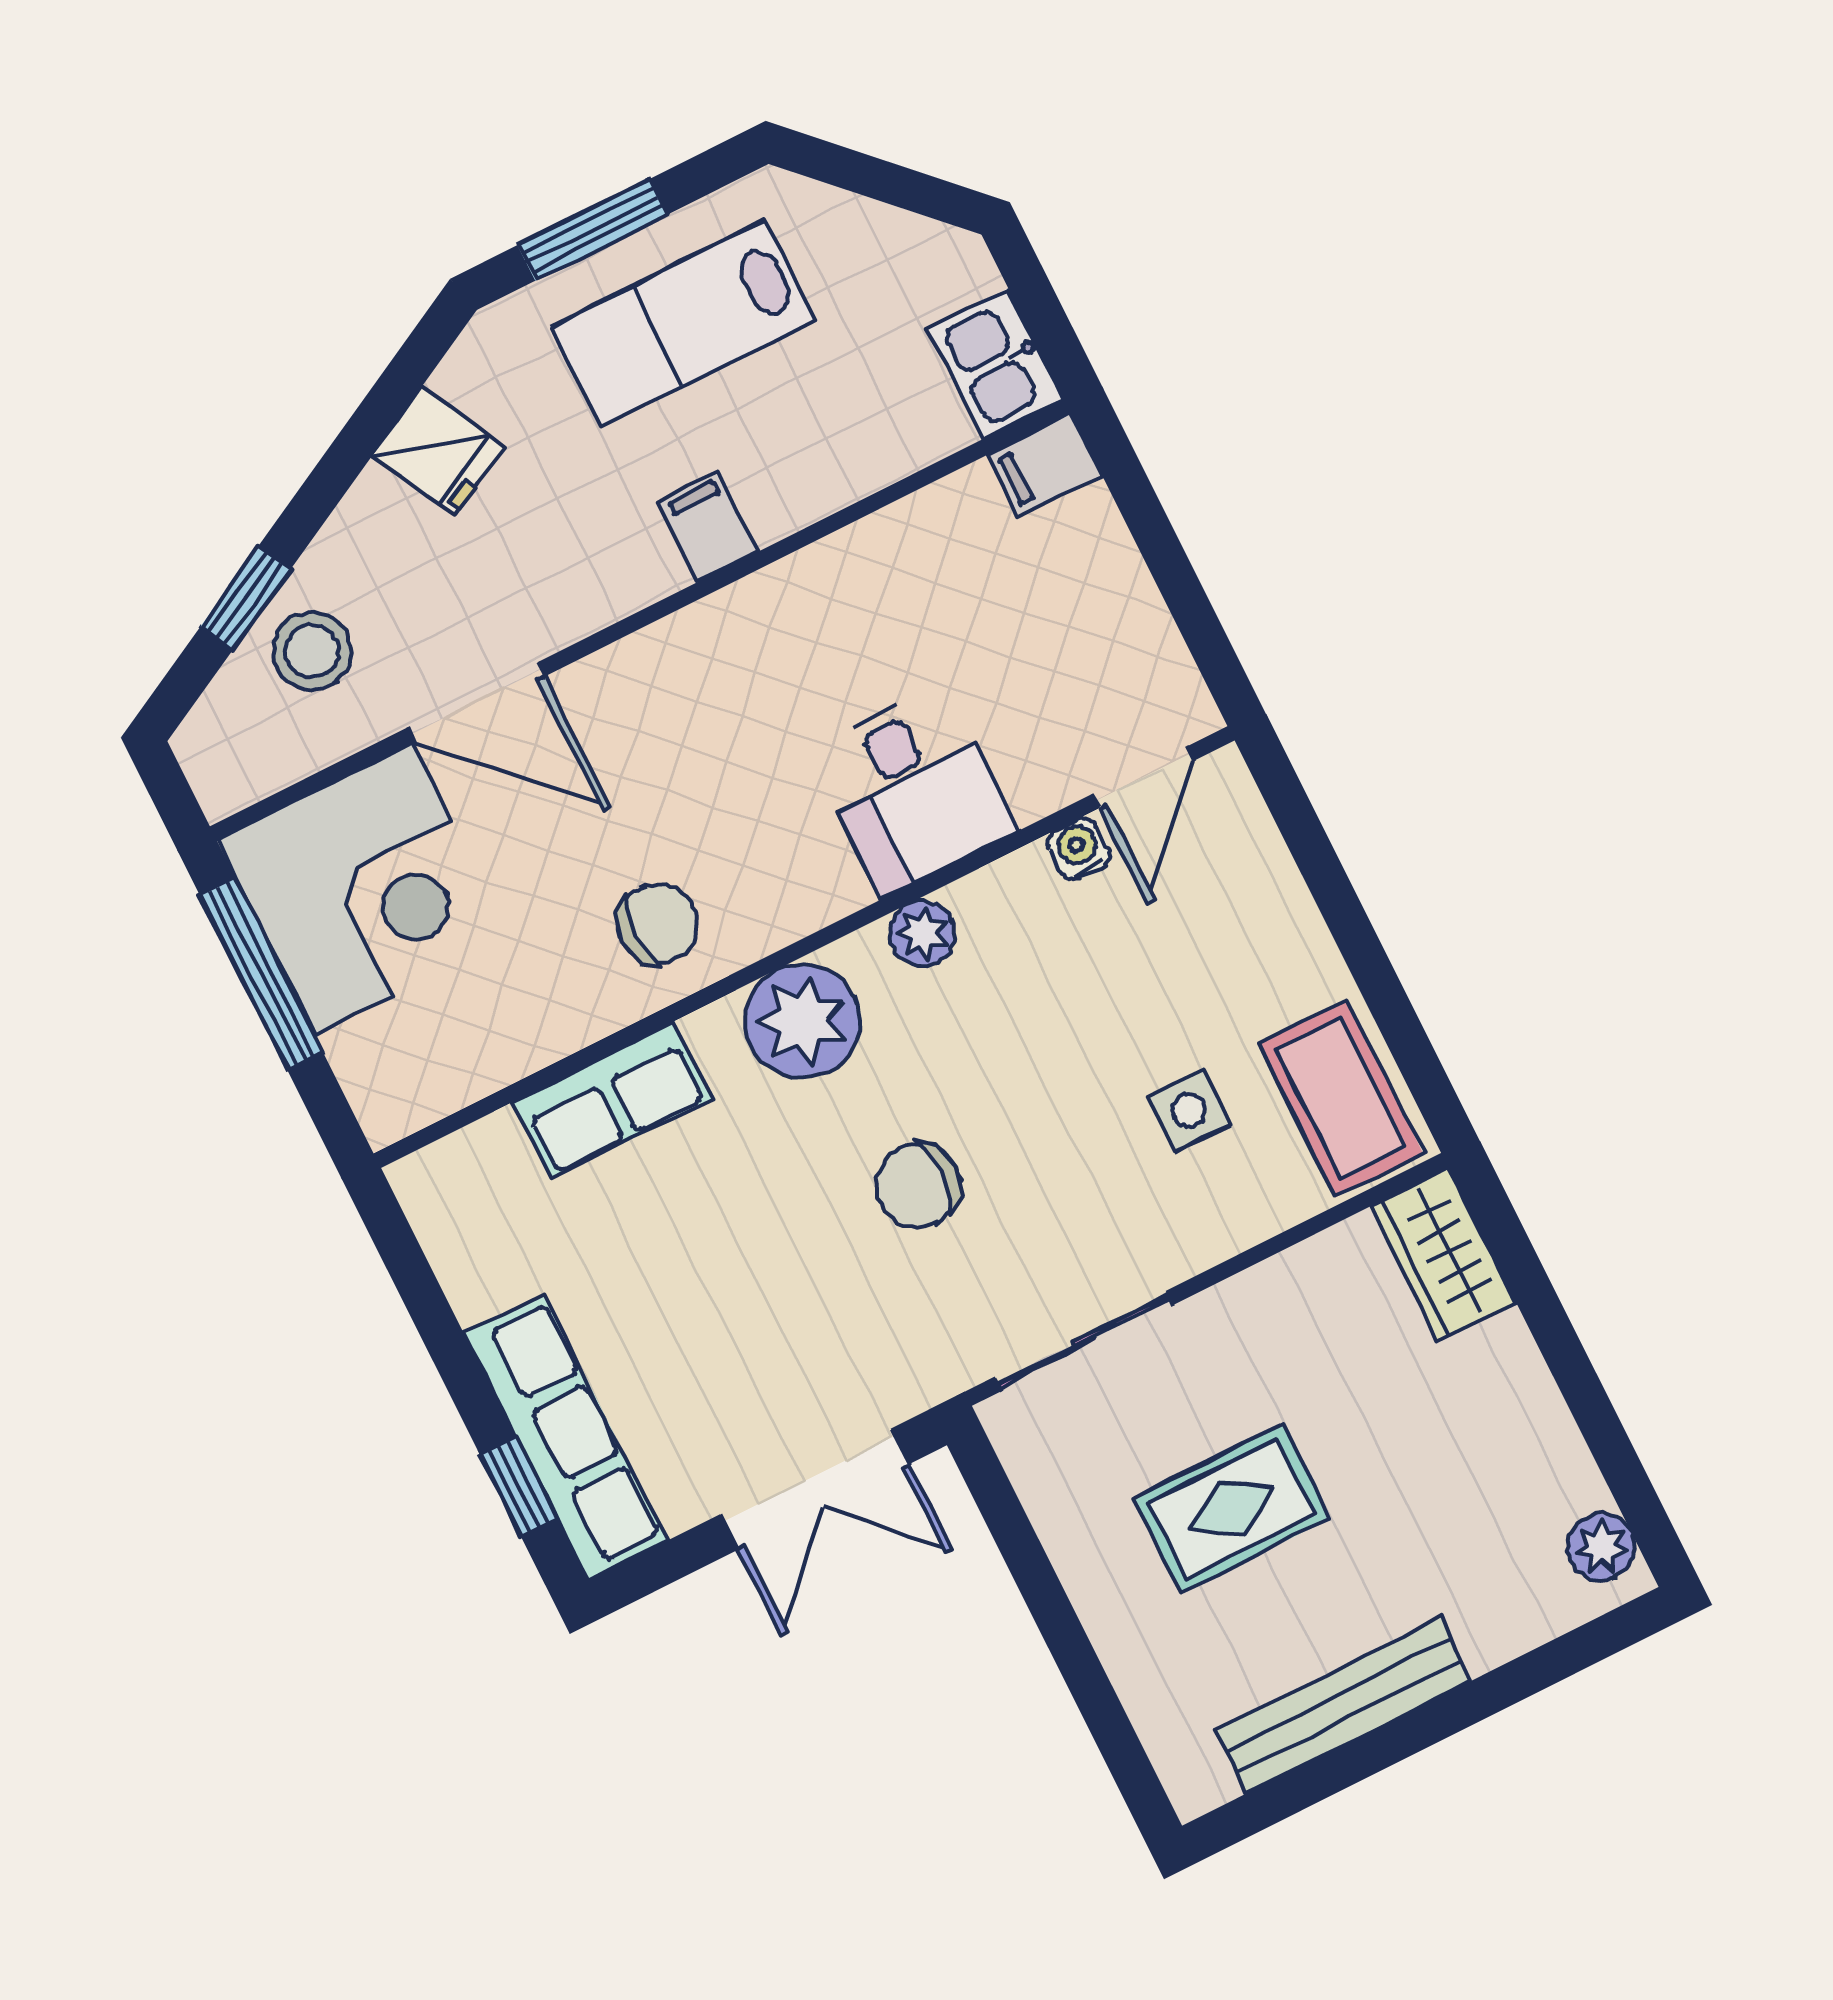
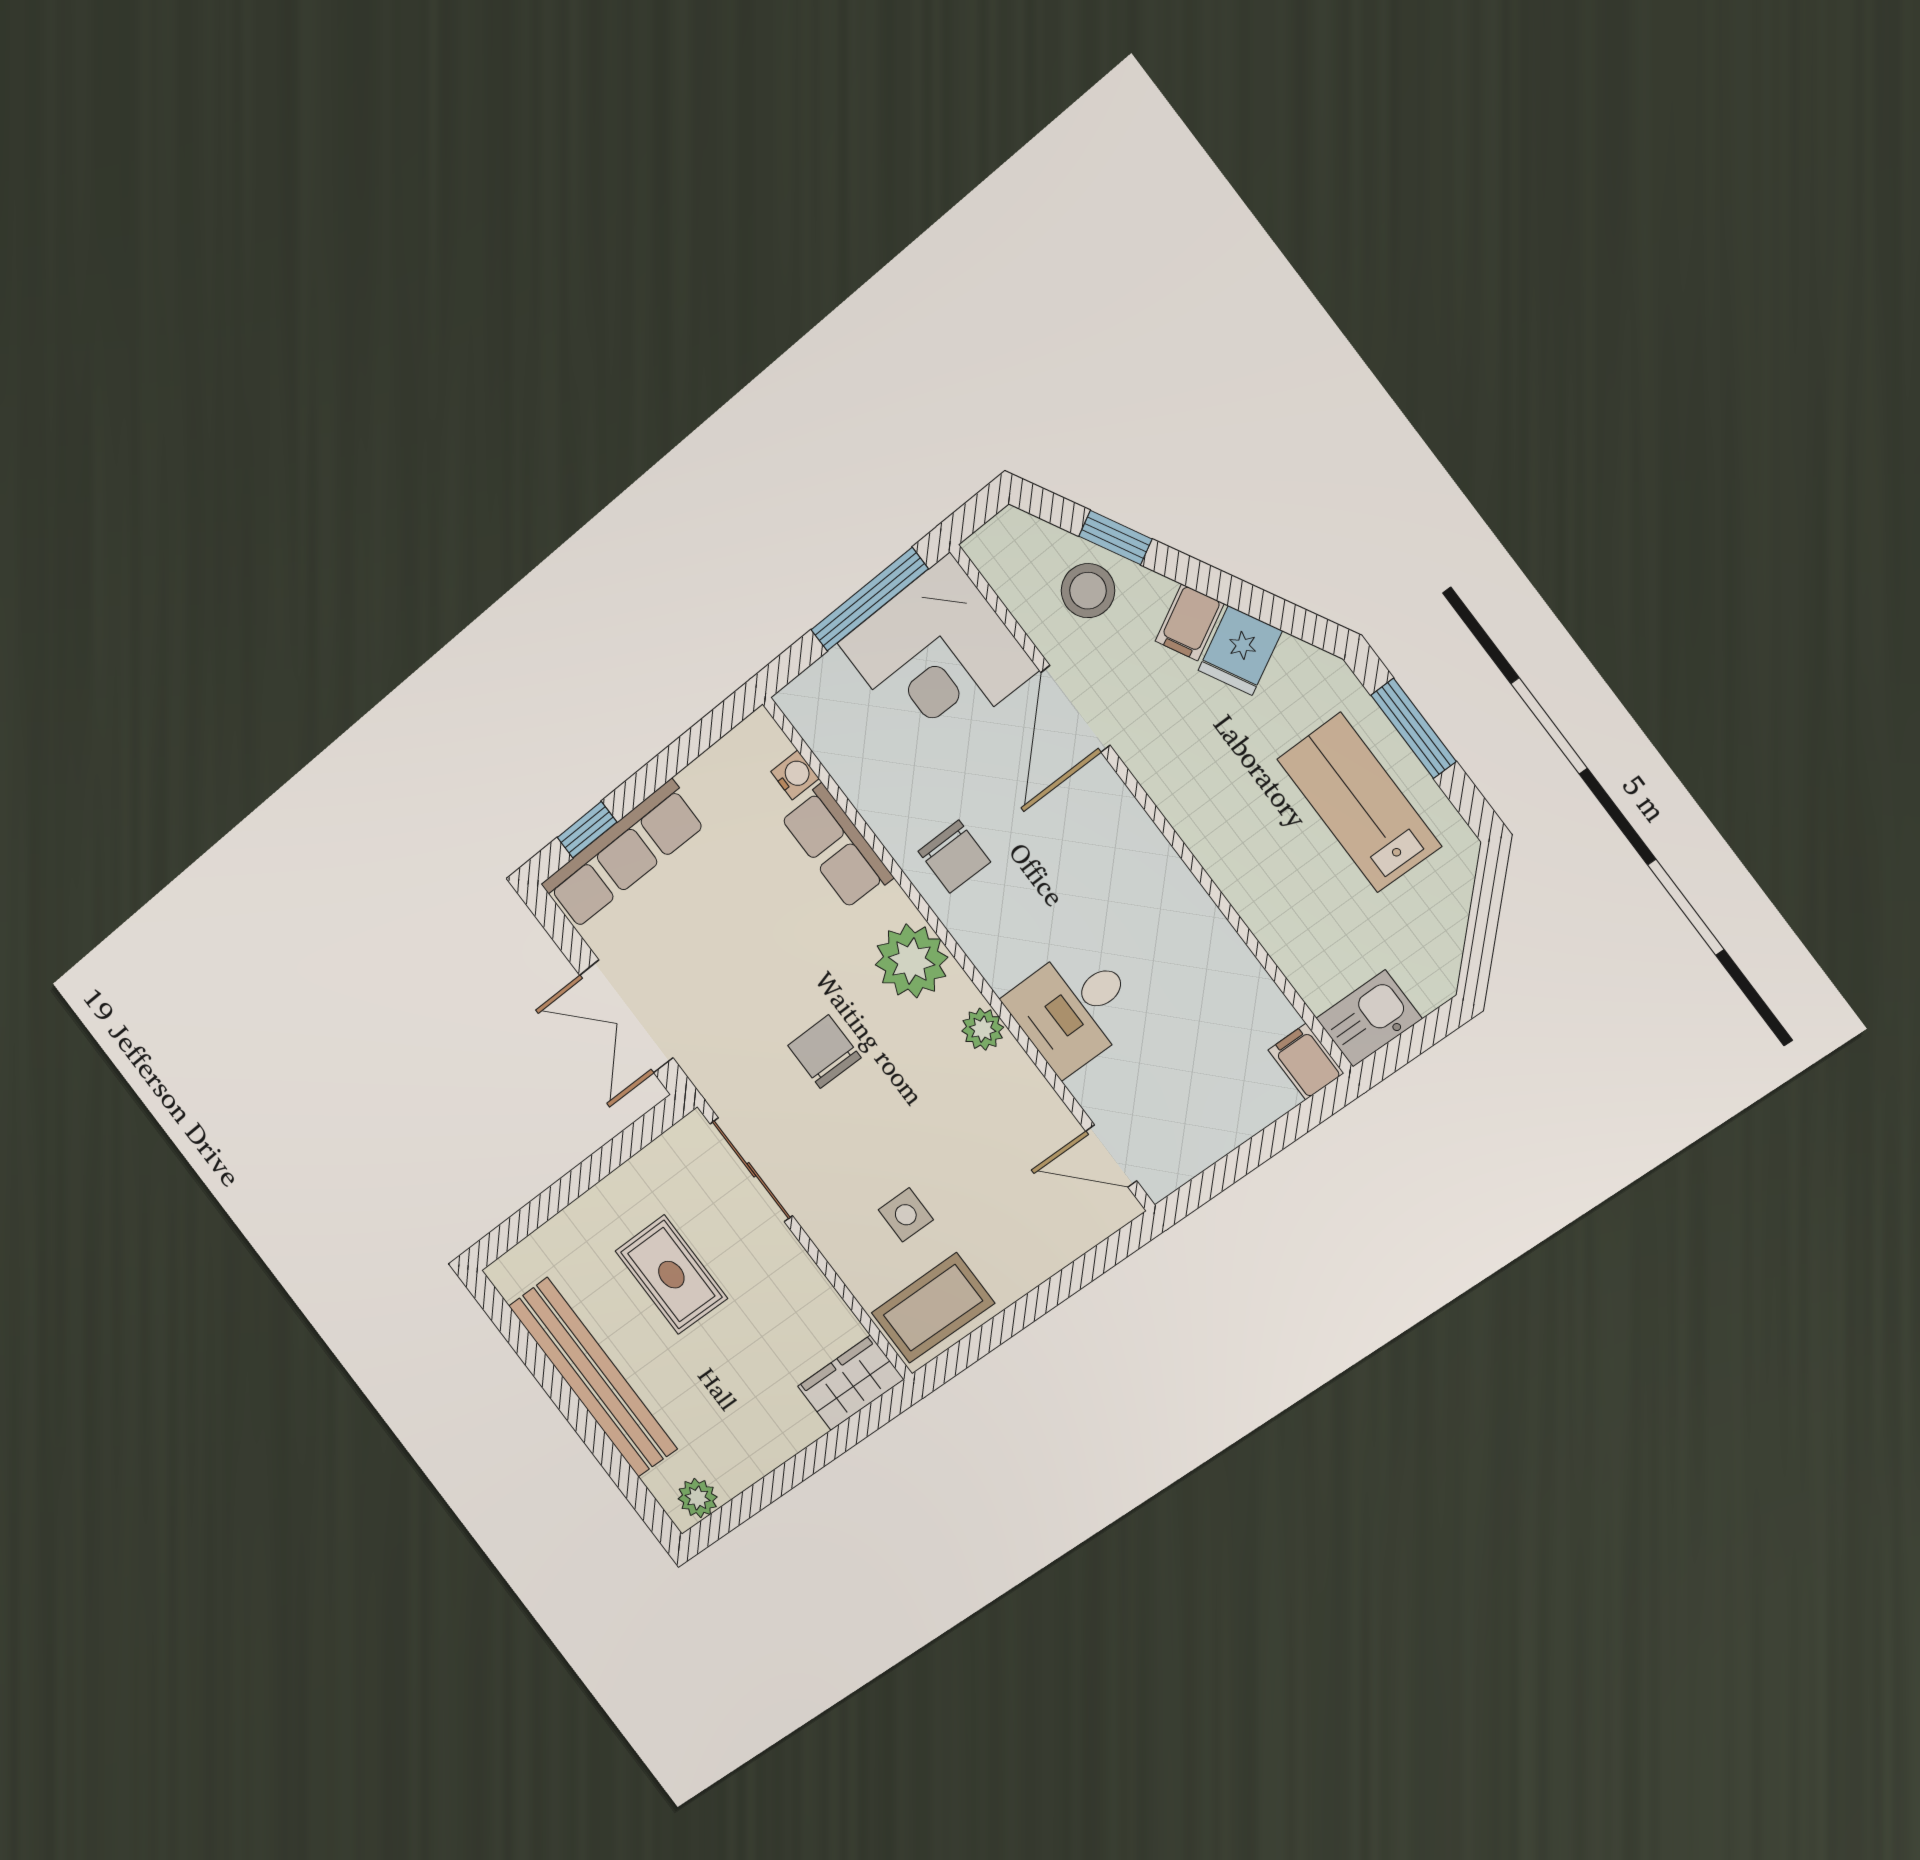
filing cabinet: (708, 526) -> (1190, 622), moved, turned 152
water cooler: (1079, 849) -> (795, 775), moved
bench: (1343, 1705) -> (593, 1377), width x1.37, depth x1.21

